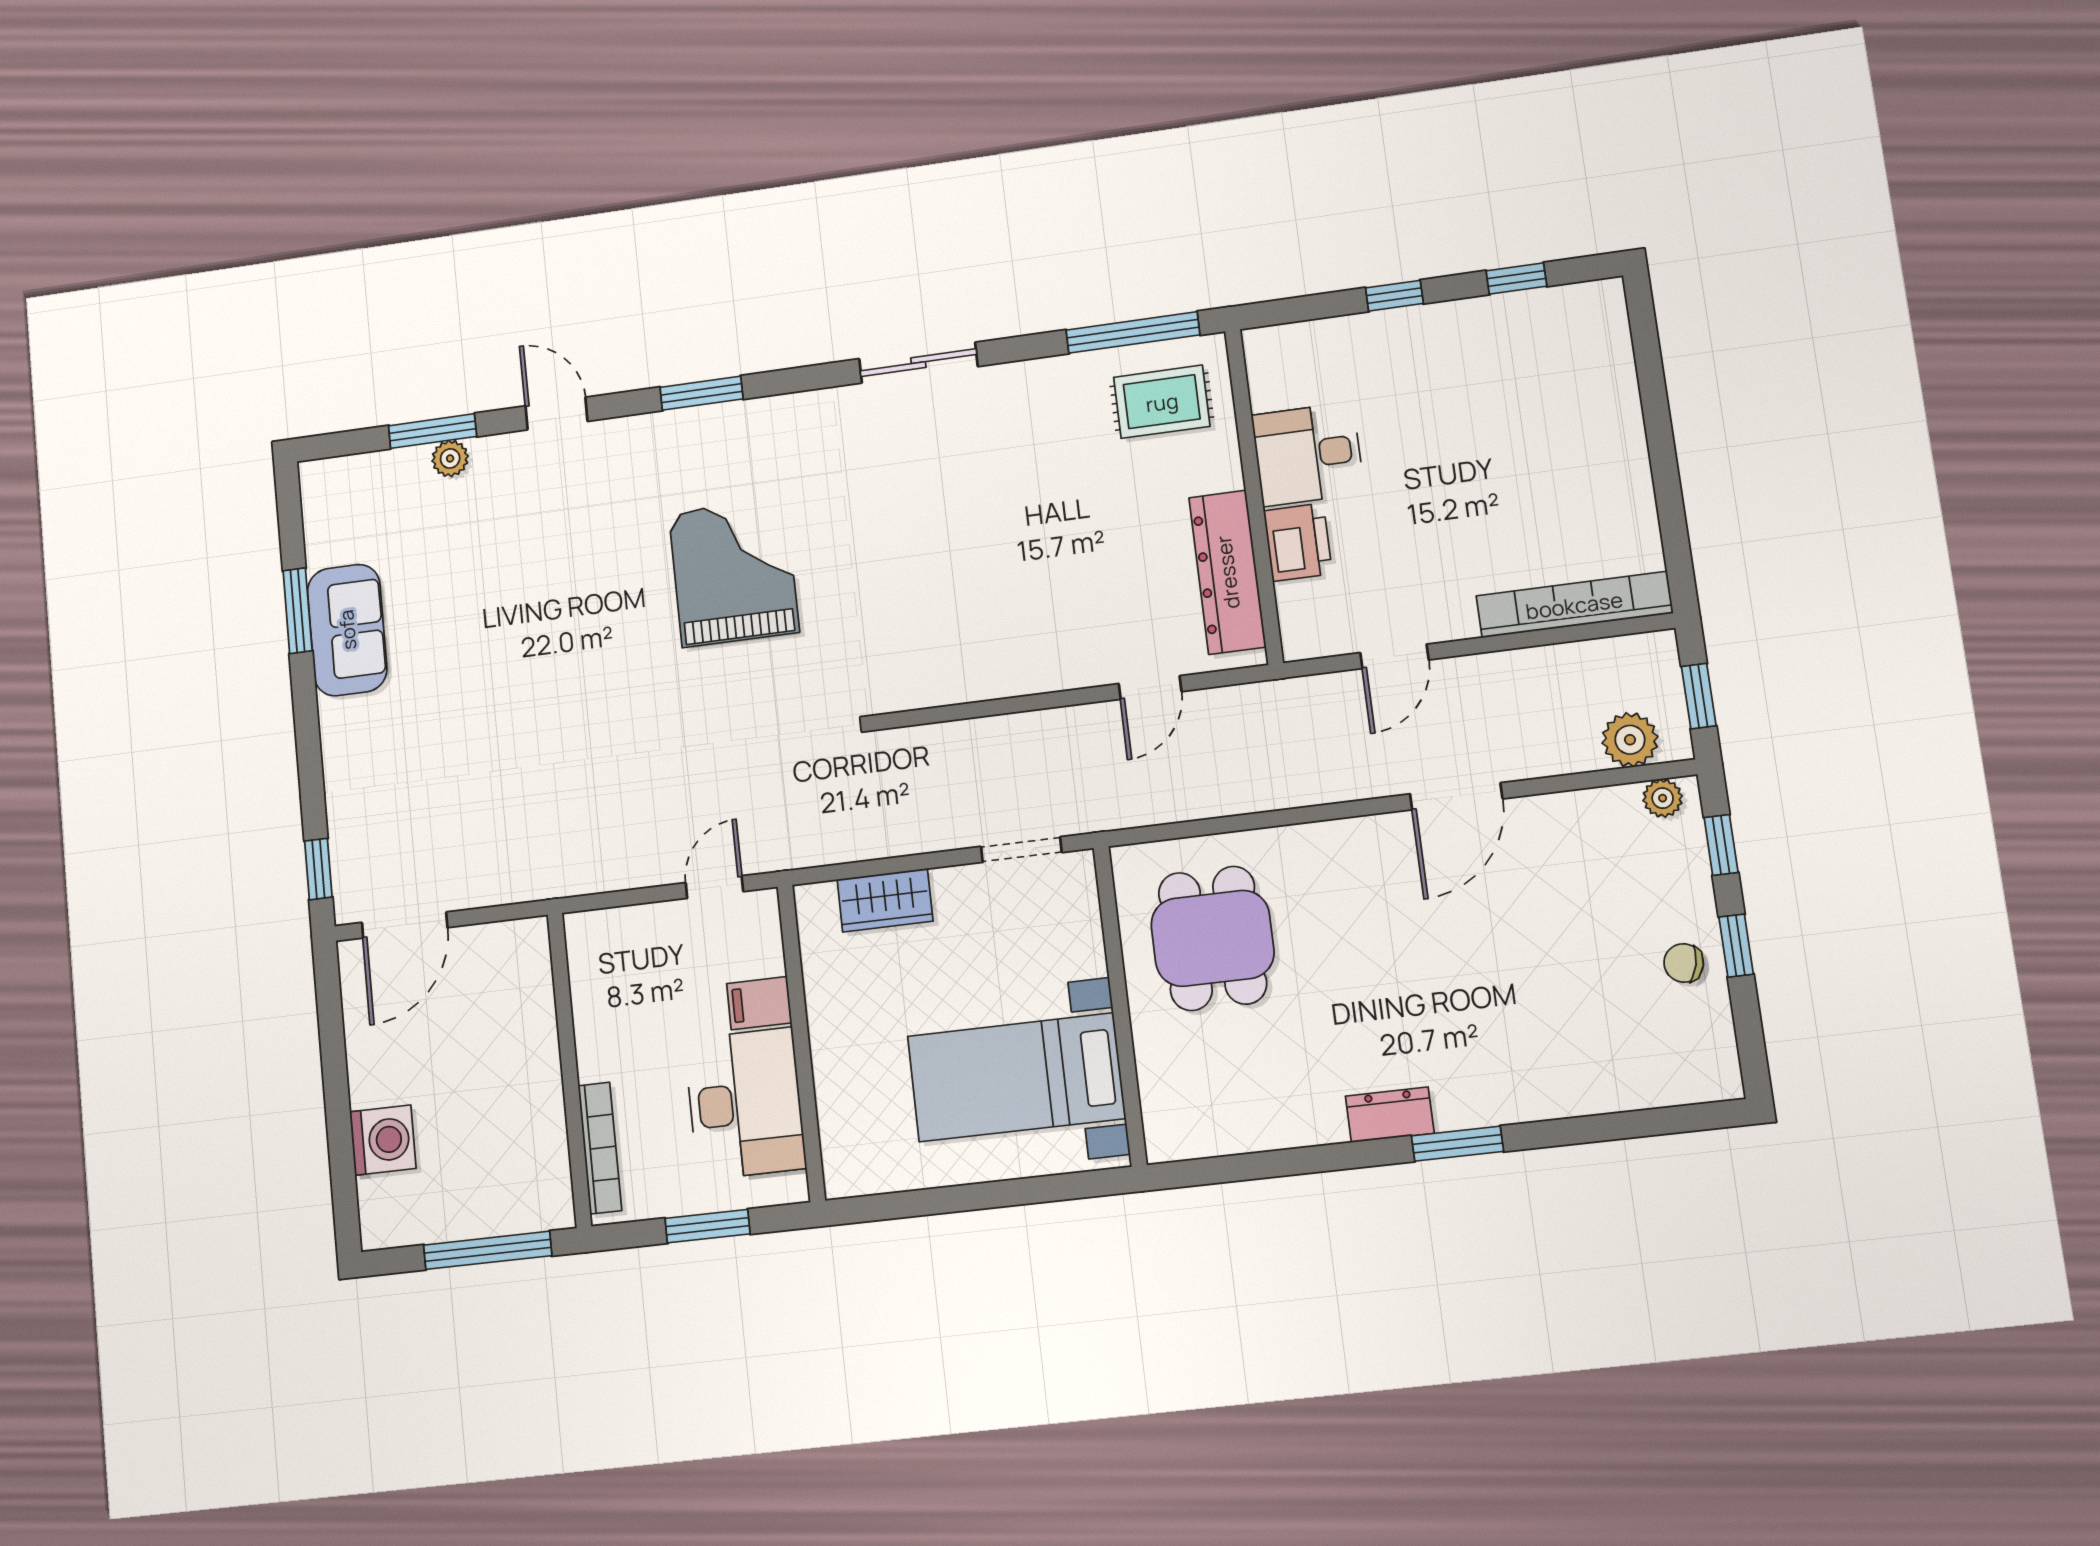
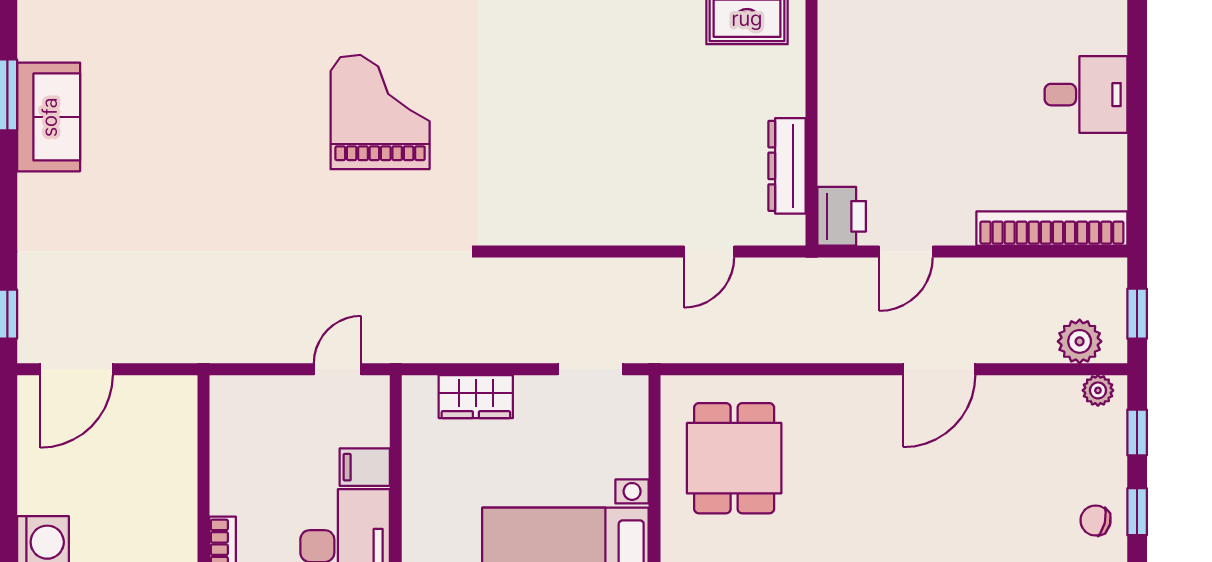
desk: (1308, 454) -> (1086, 95), moved, turned 180
printer: (1298, 542) -> (842, 216), moved
dresser: (1227, 572) -> (787, 166), width x0.73, depth x0.80

